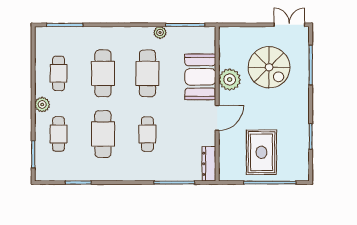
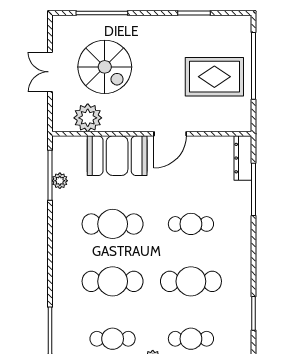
double door: (289, 25) -> (50, 72), moved
plant: (160, 32) -> (60, 181), moved
spiral stairs: (269, 67) -> (105, 67), turned 90
plant: (230, 79) -> (88, 118), moved
door: (217, 118) -> (170, 134), swing flipped
dresser: (209, 164) -> (243, 158), moved, turned 90

